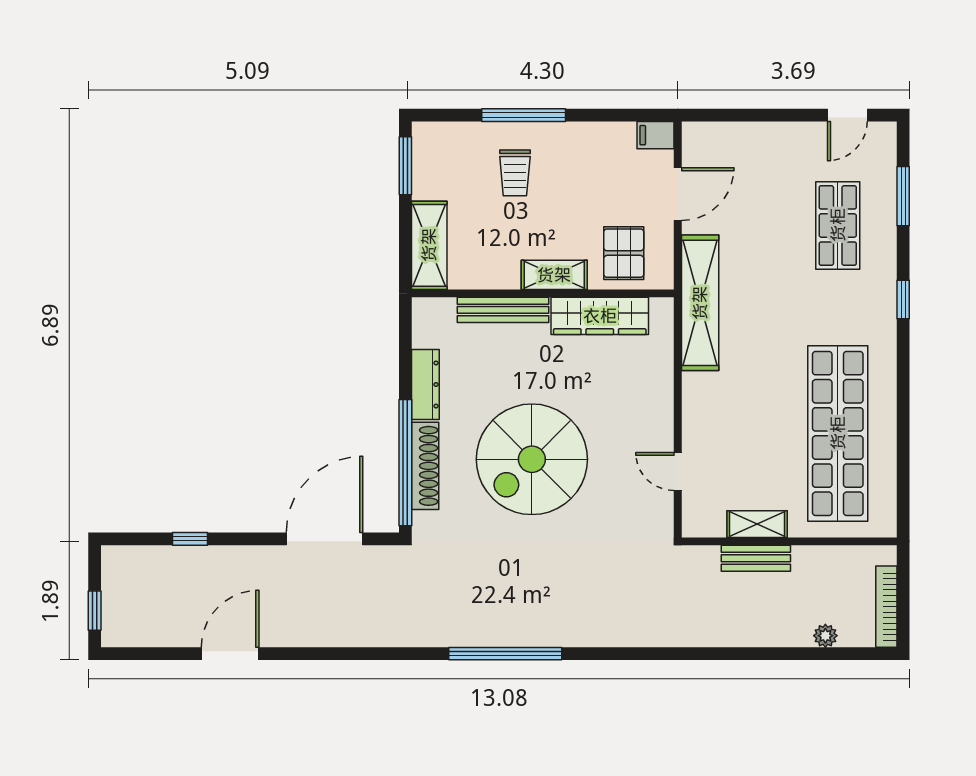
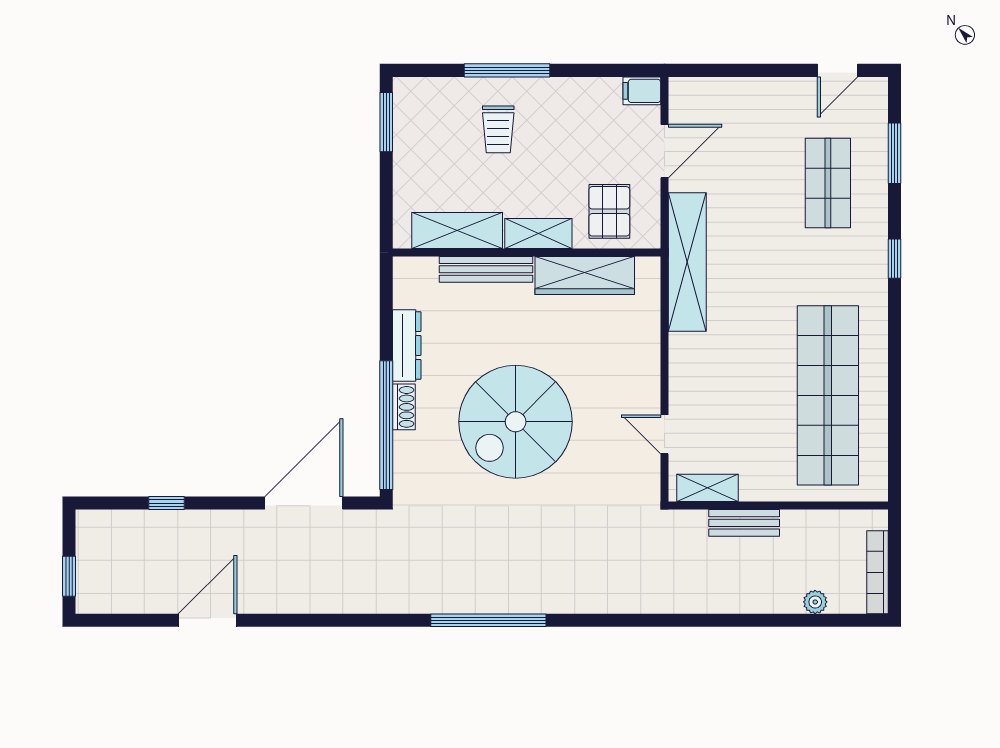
shelving: (429, 245) -> (457, 231), moved, turned 90
shoe rack: (425, 466) -> (404, 407), width x0.51, depth x0.81
shelving: (757, 524) -> (707, 488), moved

